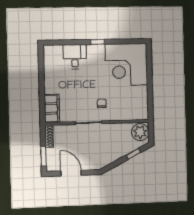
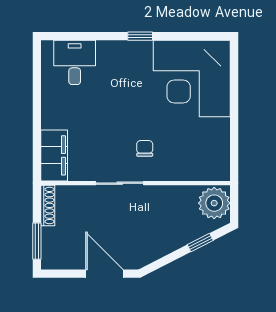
desk: (75, 57) -> (75, 62), moved
door: (71, 173) -> (104, 274), moved

